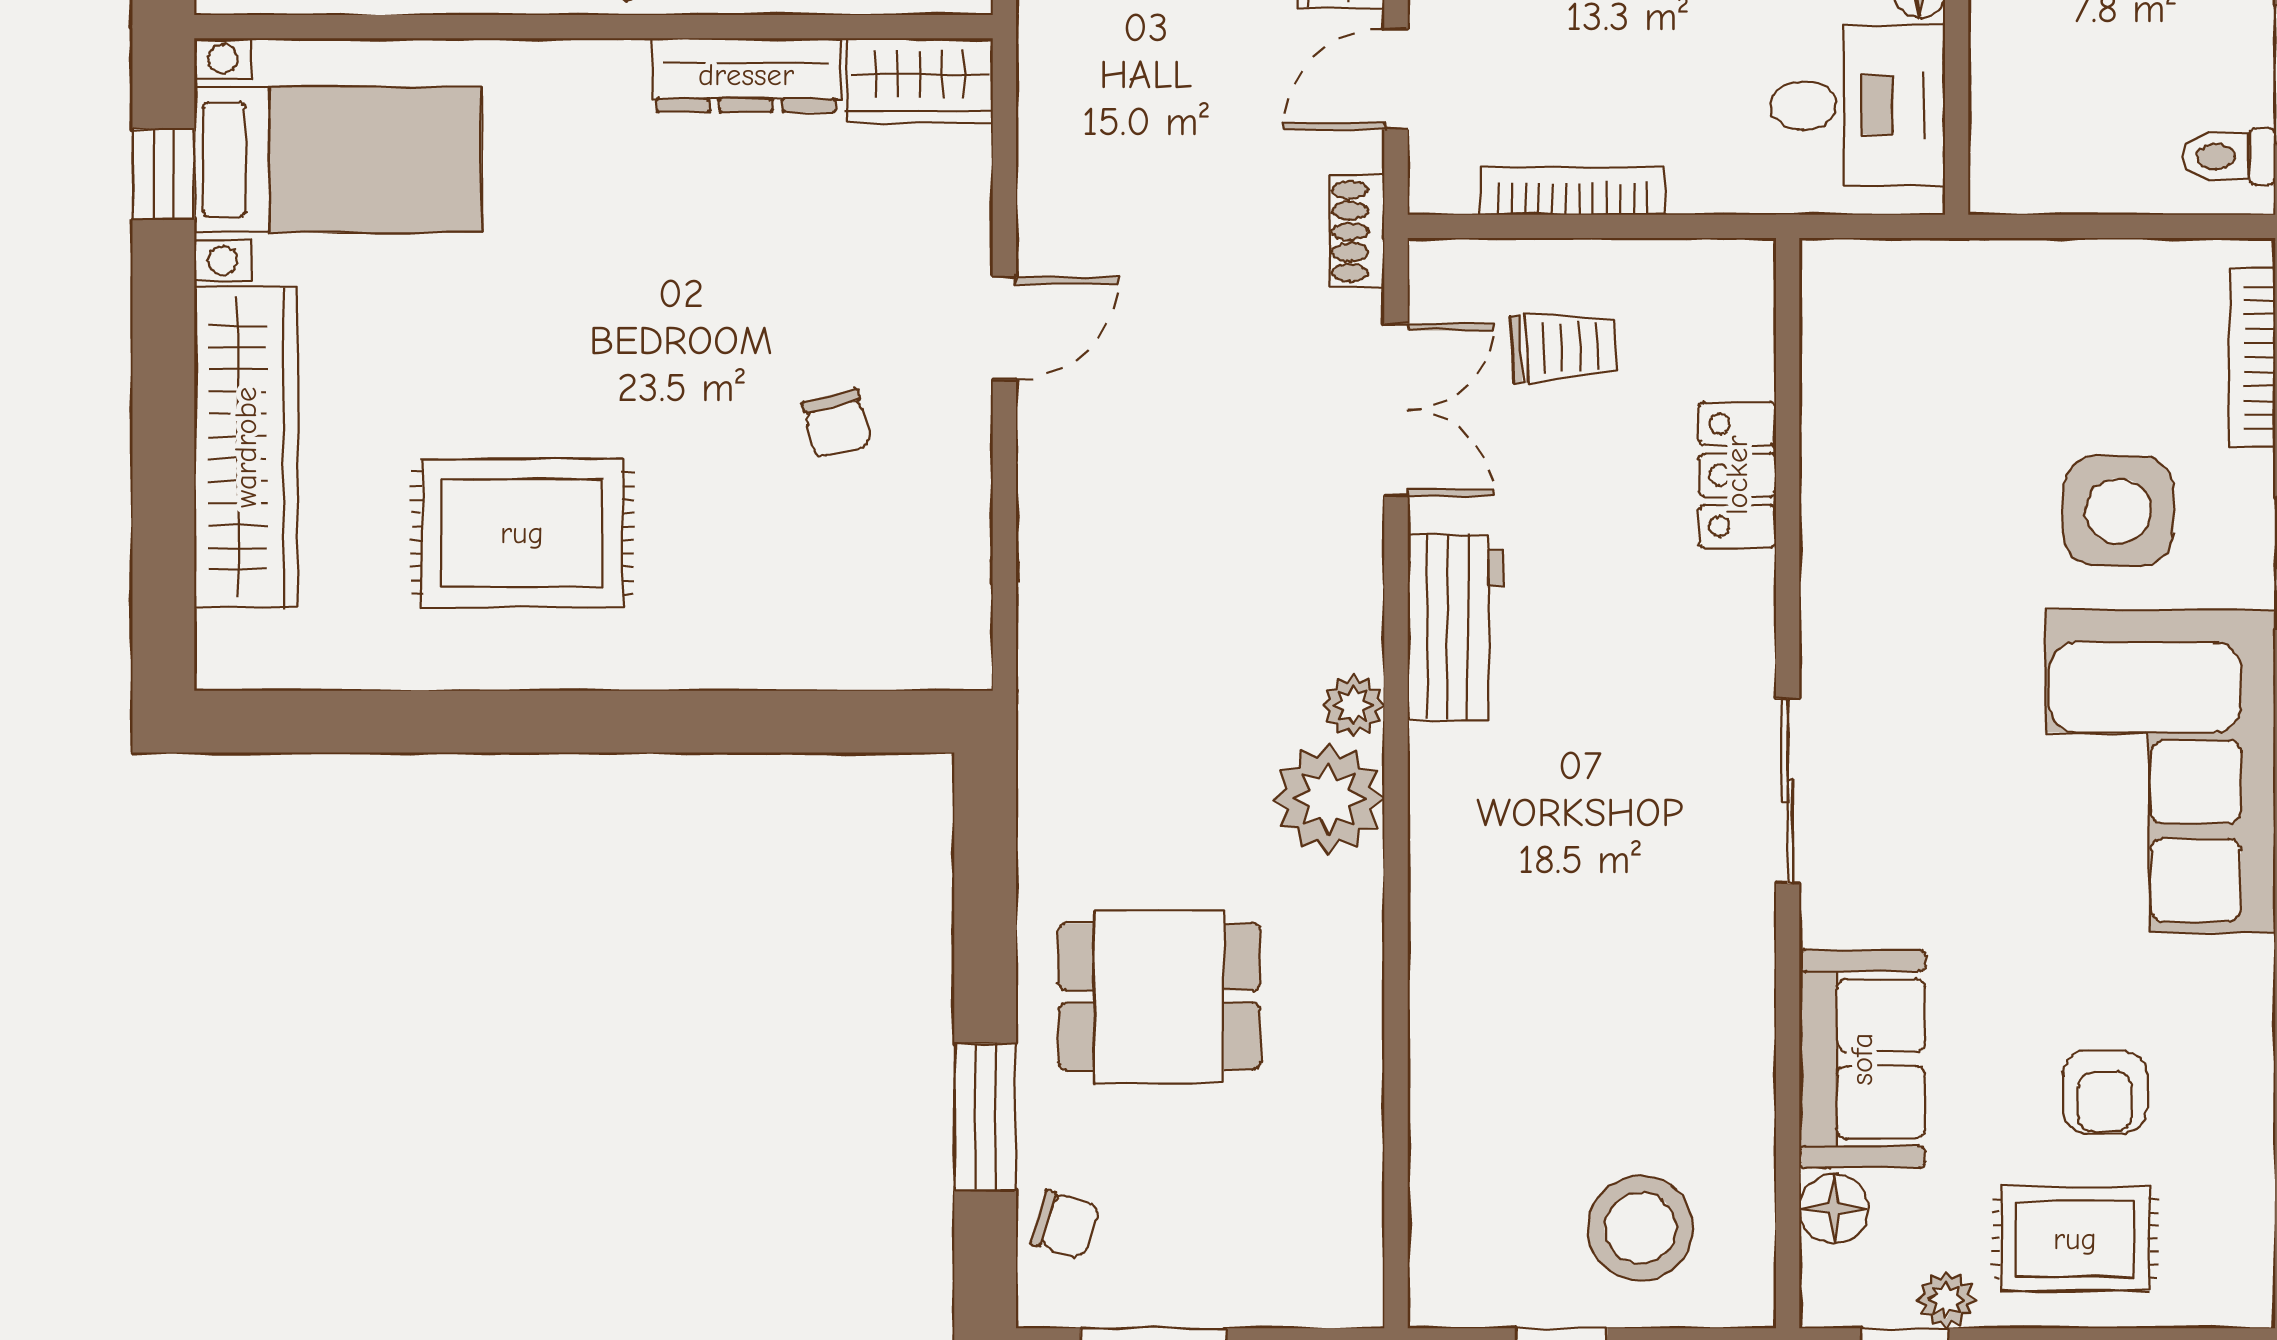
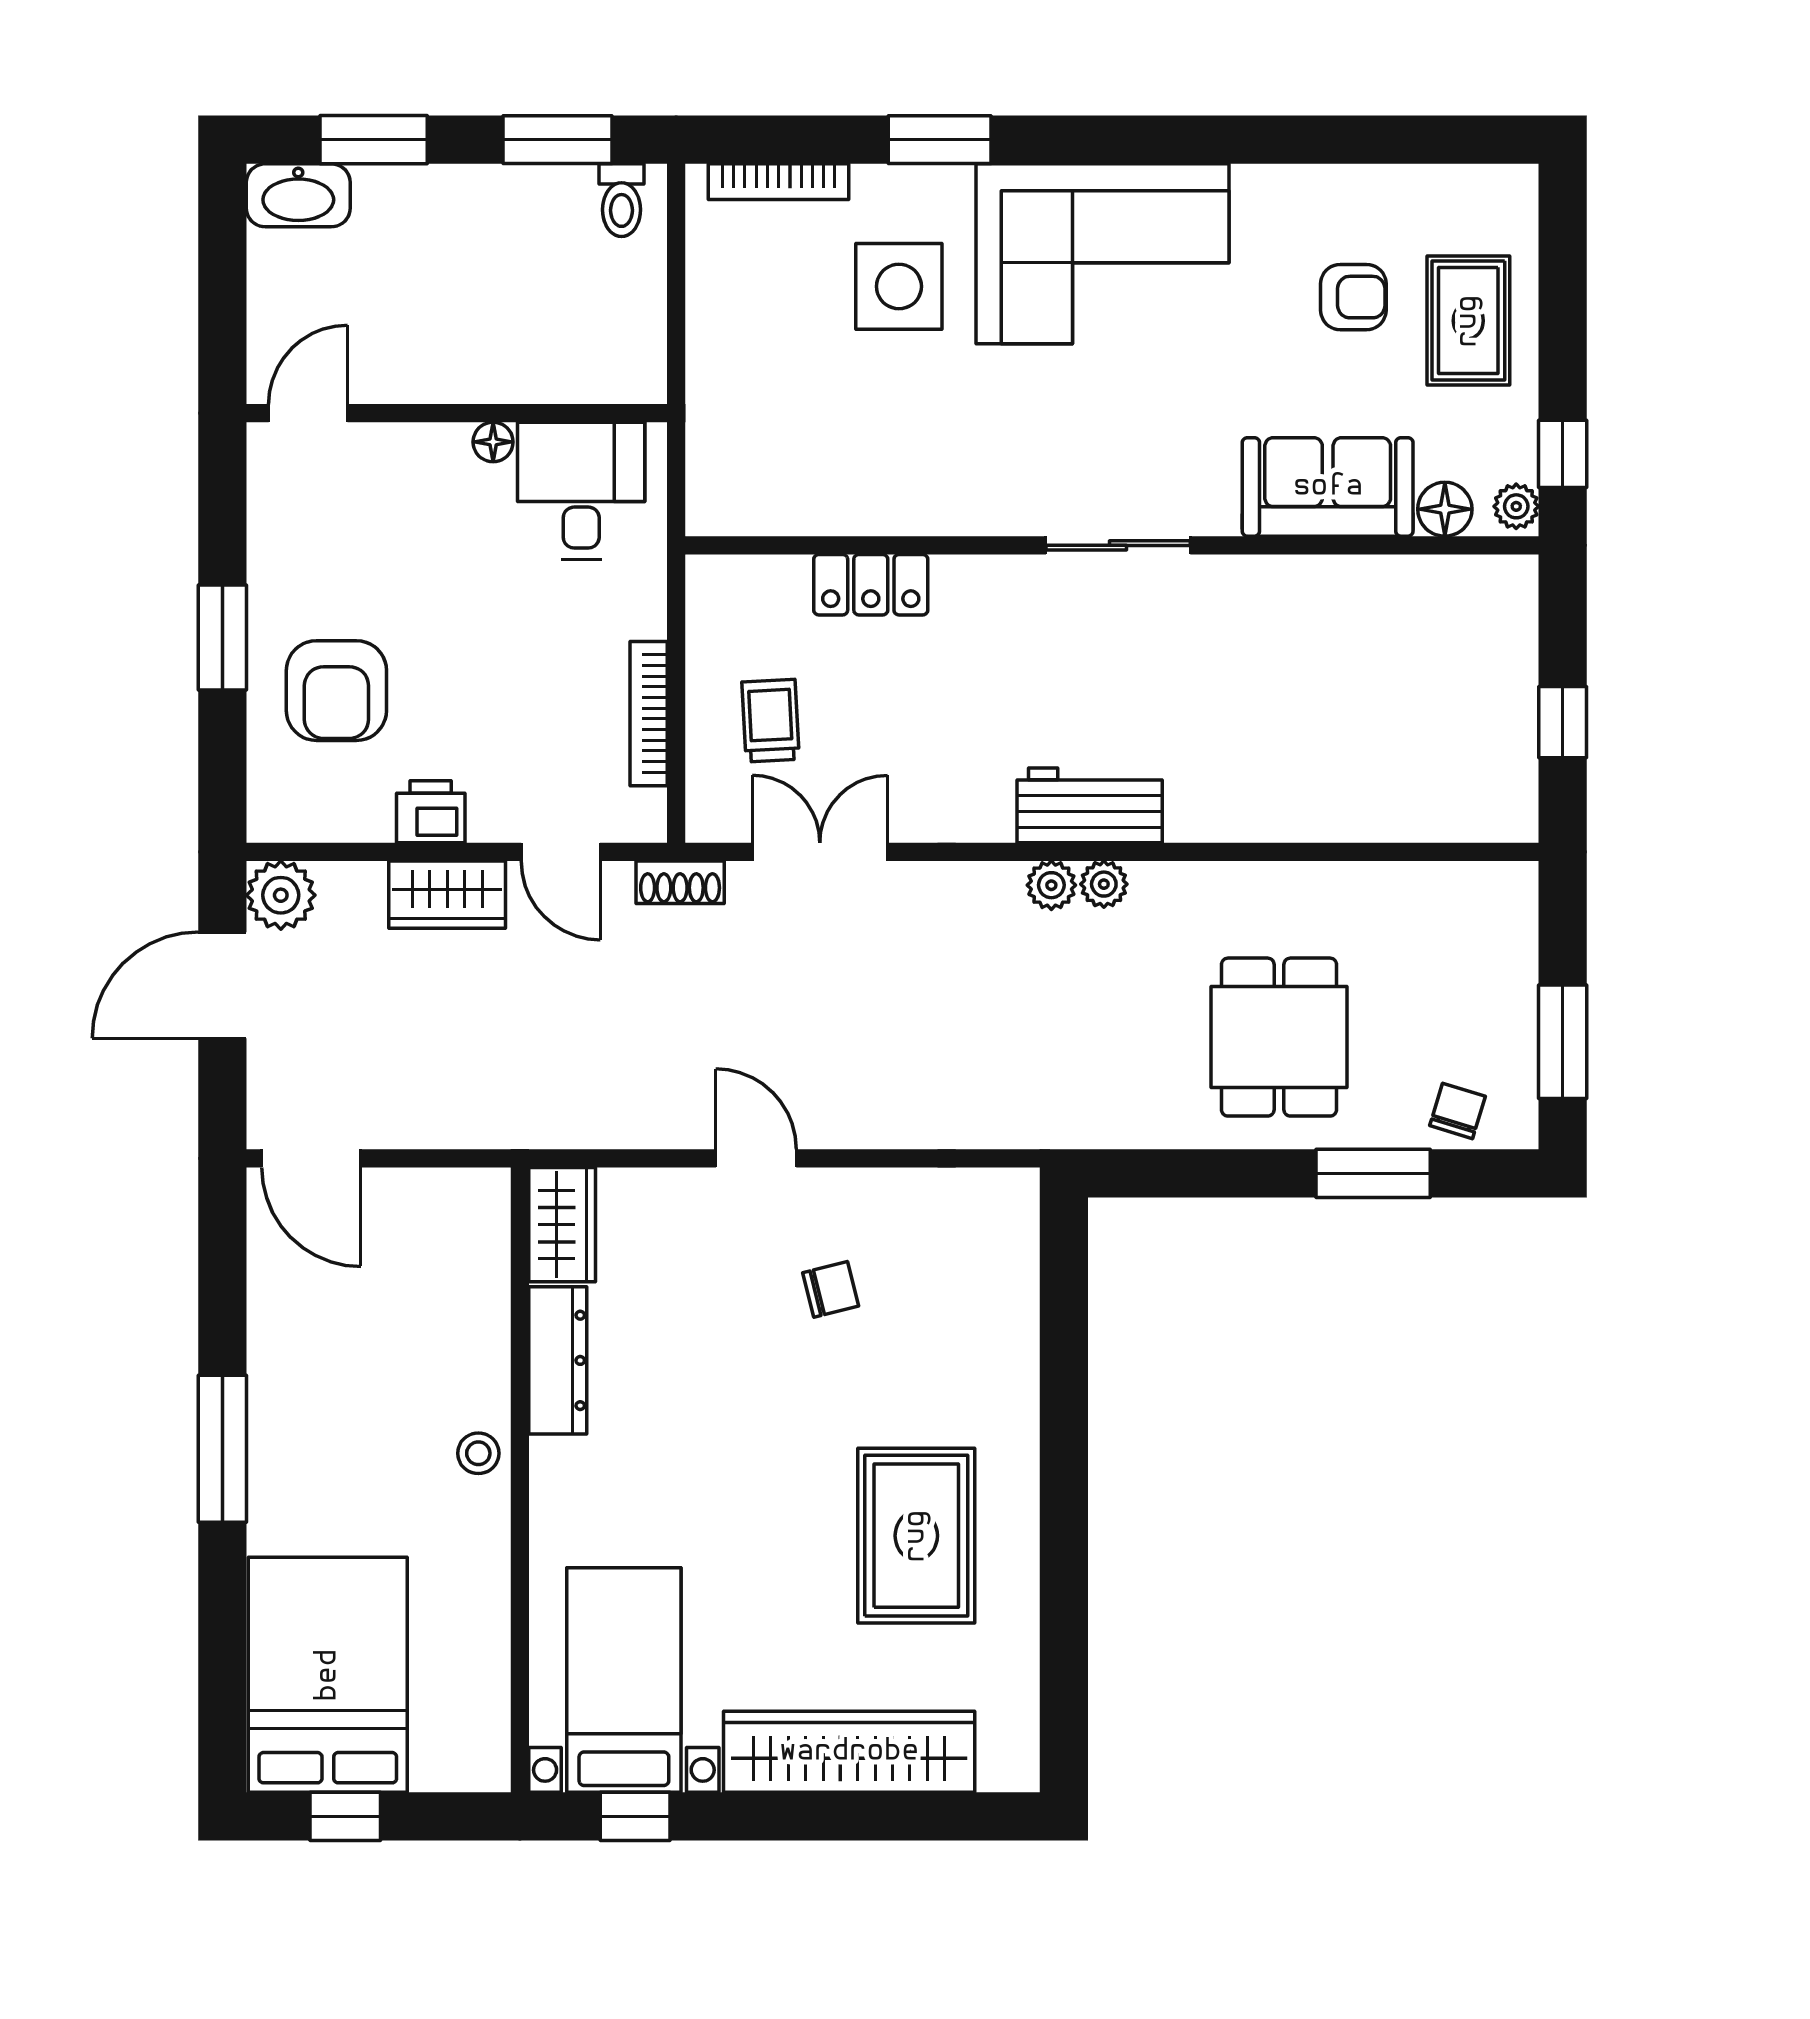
workbench: (1455, 627) -> (1090, 805), moved
plant: (1329, 799) -> (1104, 884), width x0.53, depth x0.53
stool: (1640, 1228) -> (1460, 660), removed
plant: (1946, 1300) -> (1516, 506), moved

